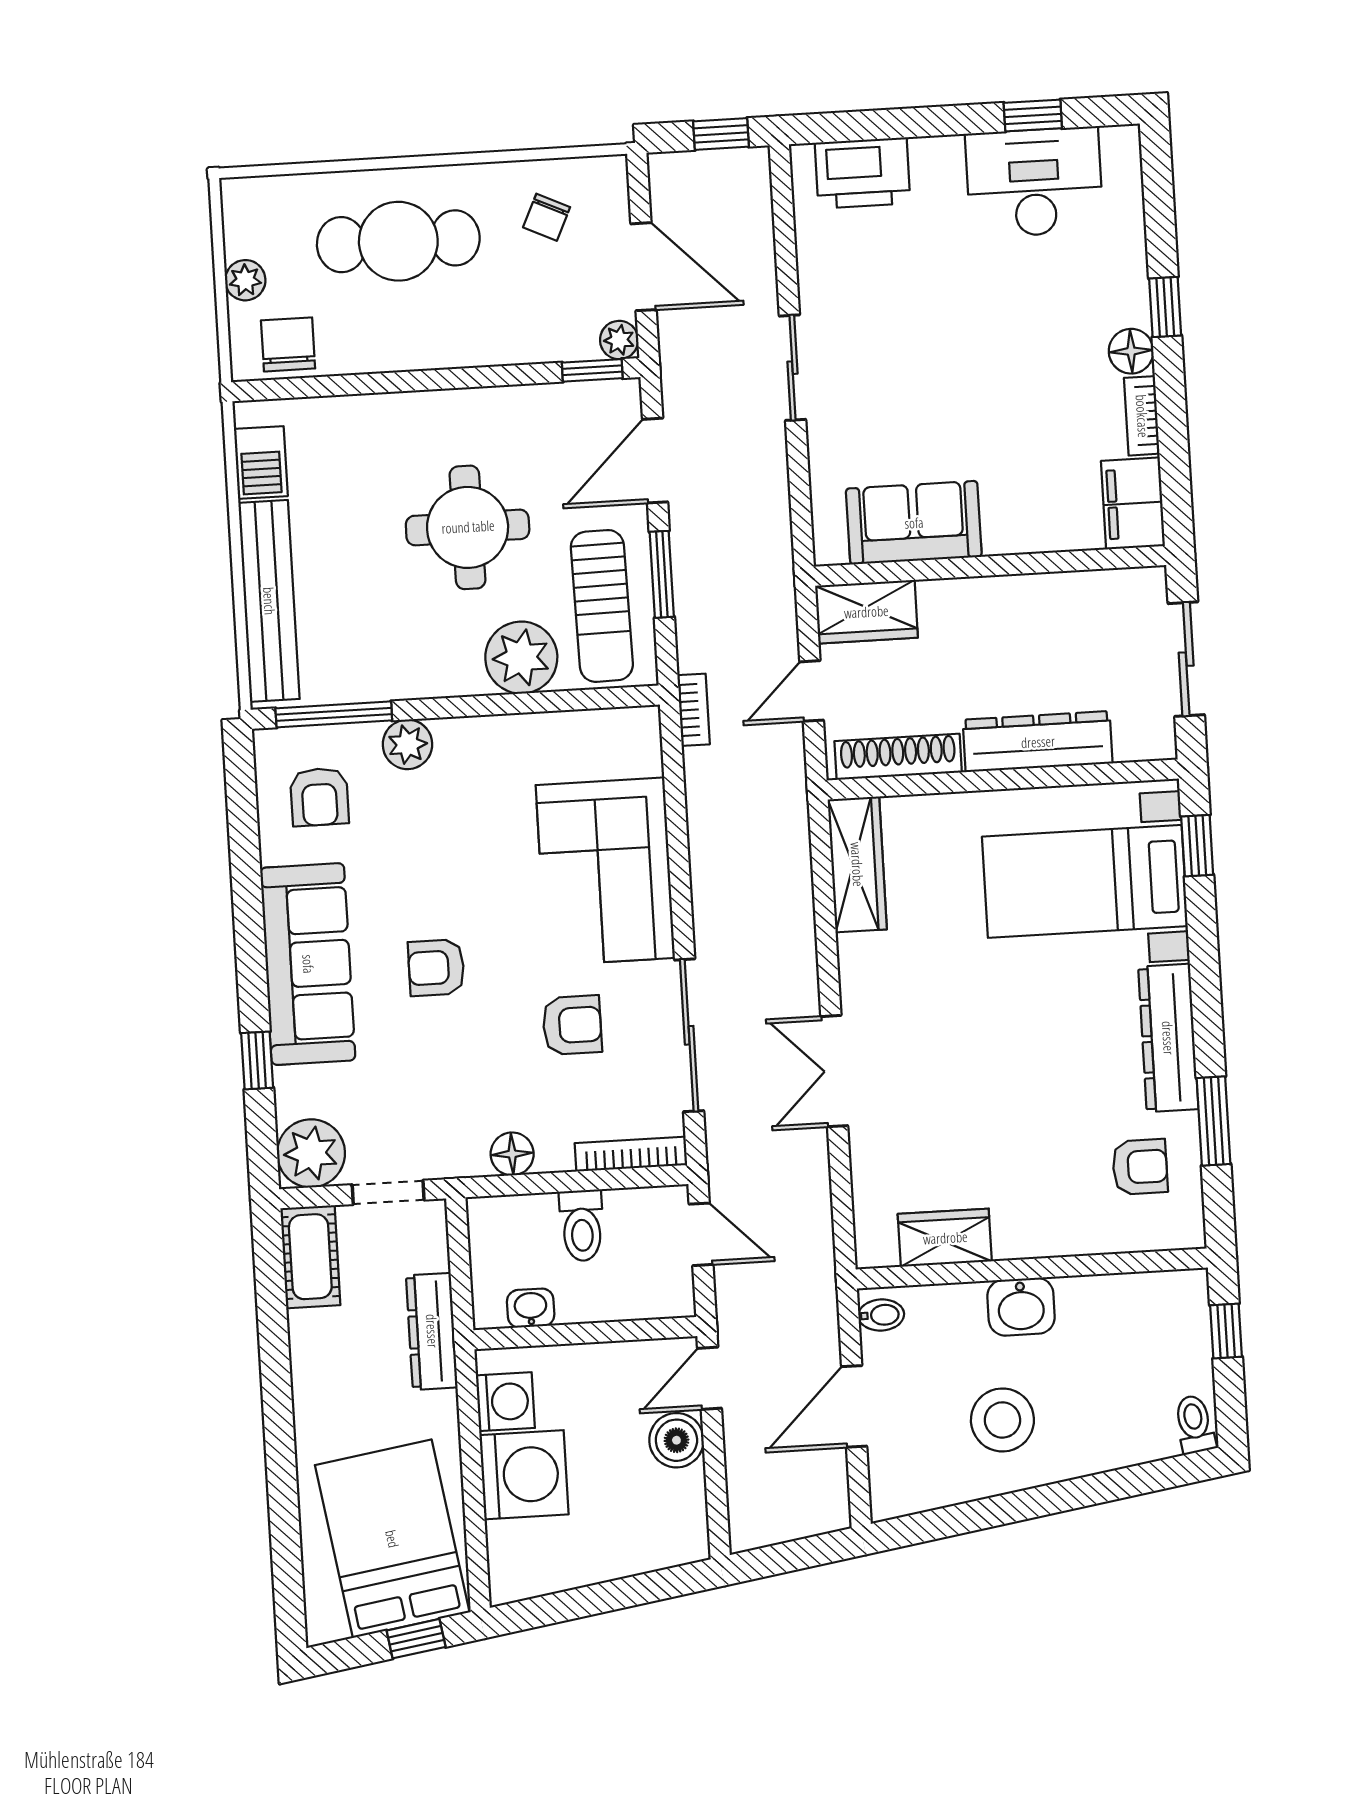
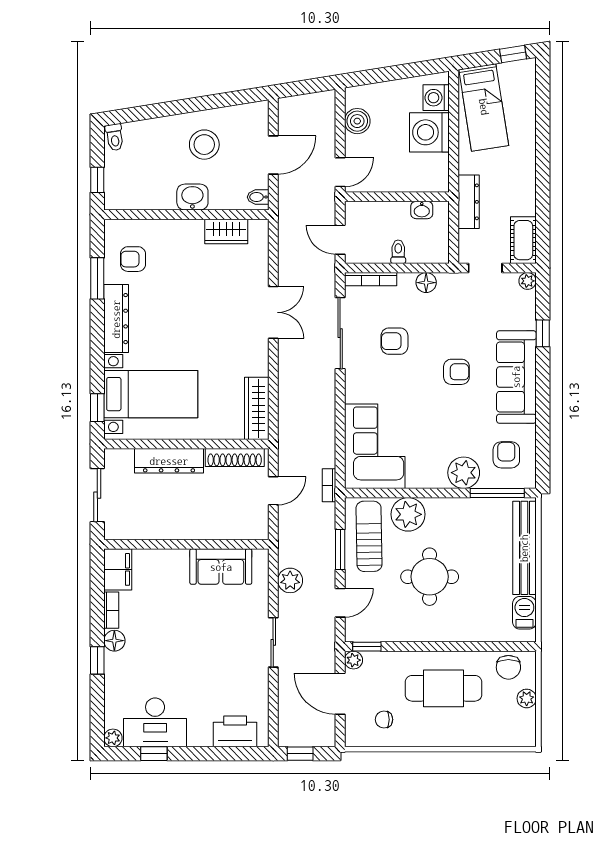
plant: (1122, 144) -> (113, 738), added
chair: (547, 217) -> (384, 720), turned -115
cafe table: (398, 241) -> (444, 688), moved
door: (655, 461) -> (340, 603), width x0.73
plant: (764, 502) -> (290, 580), added
wardrobe: (866, 612) -> (245, 526), removed
plant: (407, 744) -> (464, 473), width x1.36, depth x1.36
corner sofa: (605, 872) -> (375, 446), moved
plant: (311, 1153) -> (528, 281), width x0.53, depth x0.53
toilet: (582, 1226) -> (398, 252), width x0.73, depth x0.72
washing machine: (505, 1402) -> (436, 98), moved
boiler: (676, 1440) -> (357, 121), moved
bed: (392, 1539) -> (484, 107), width x0.67
window: (416, 1639) -> (513, 54), moved

